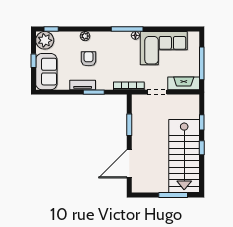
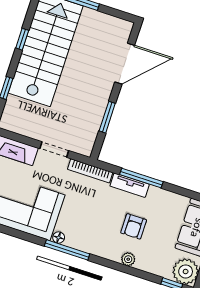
tv unit: (83, 85) -> (130, 185), moved
window: (94, 92) -> (141, 178), width x1.44
window: (202, 148) -> (22, 39), moved

